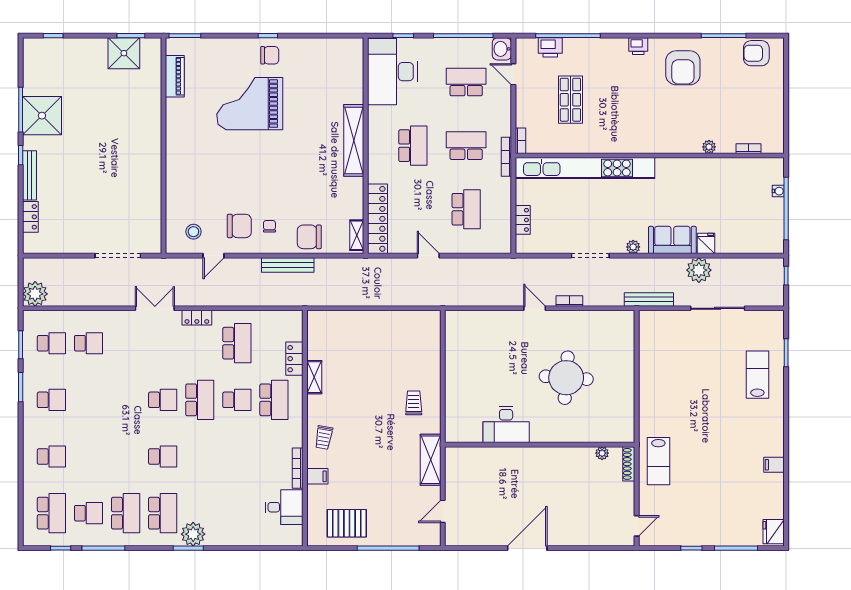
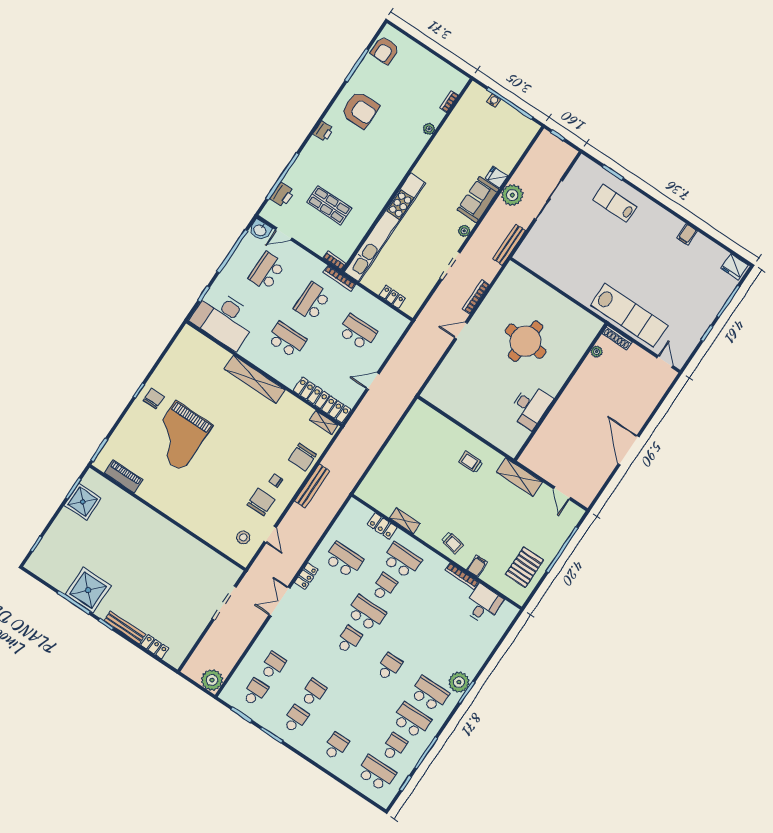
bookcase: (569, 301) -> (476, 297), width x1.56
school desk: (89, 400) -> (313, 693), added
lab bench: (658, 461) -> (629, 315), width x1.86, depth x1.39

